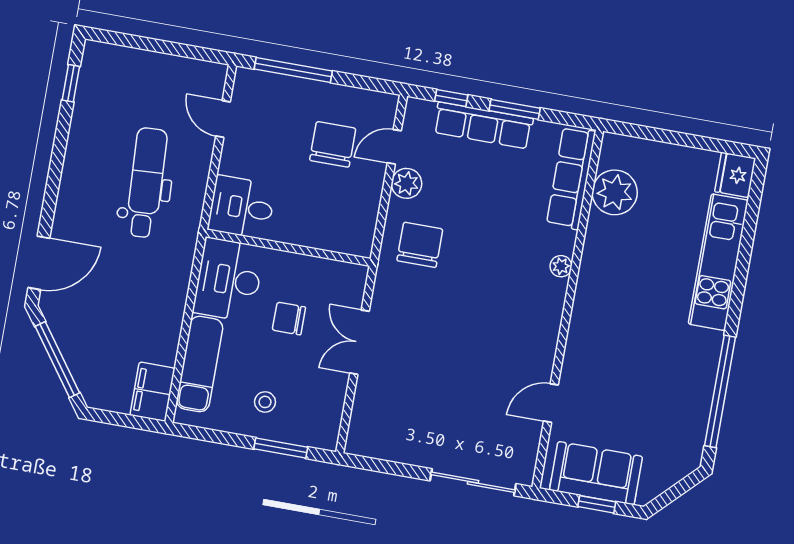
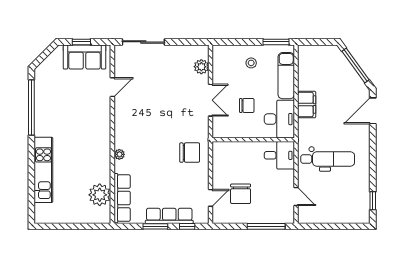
fridge: (735, 175) -> (43, 214), removed
dental chair: (146, 183) -> (328, 159), turned -87
plant: (407, 183) -> (201, 67), moved
chair: (420, 245) -> (190, 153), turned -90
filing cabinet: (152, 392) -> (307, 105), moved
window: (281, 448) -> (276, 42), moved

